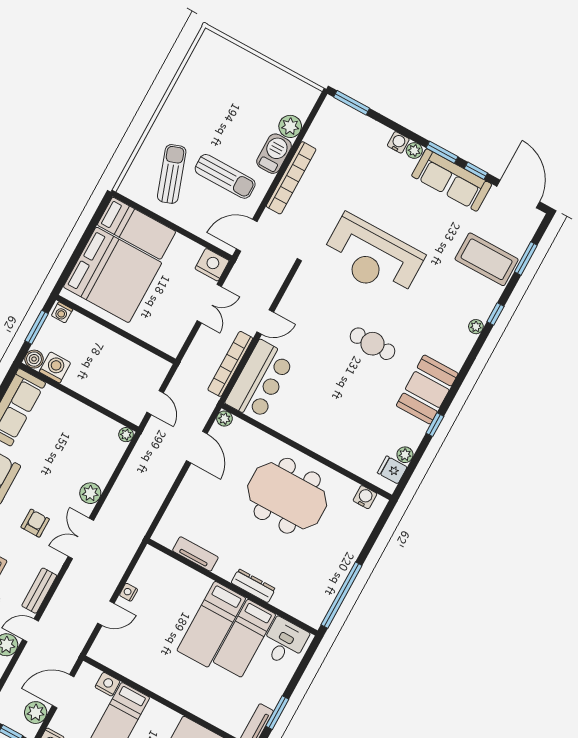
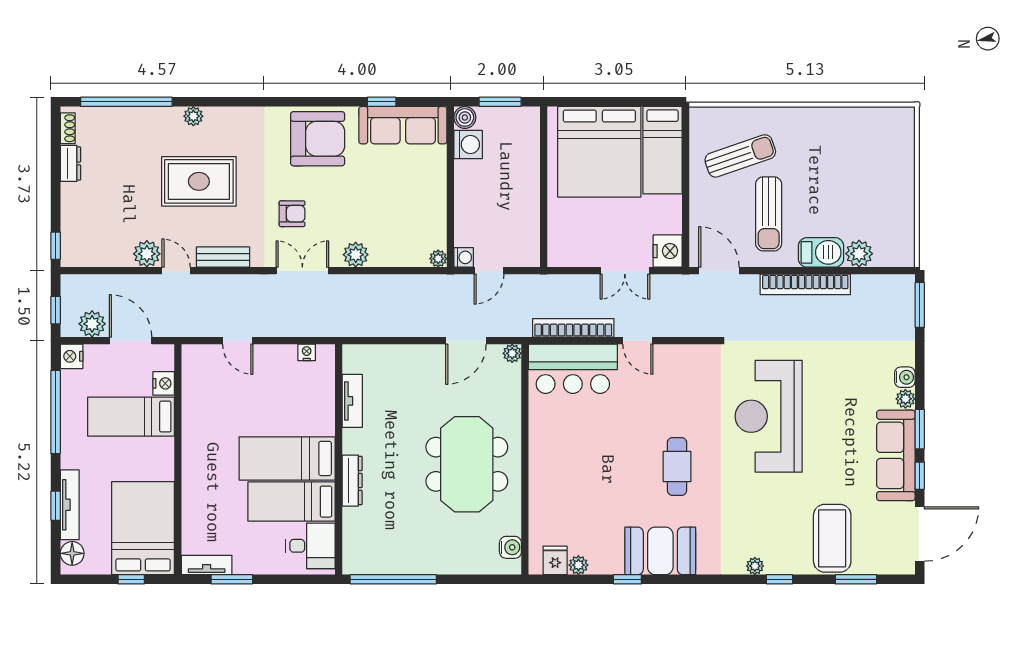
washing machine: (62, 312) -> (464, 257), moved, turned 180
nightstand: (129, 592) -> (307, 352), moved

